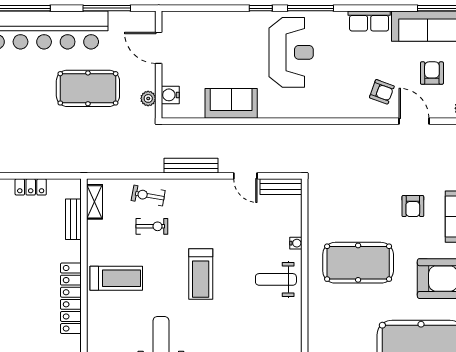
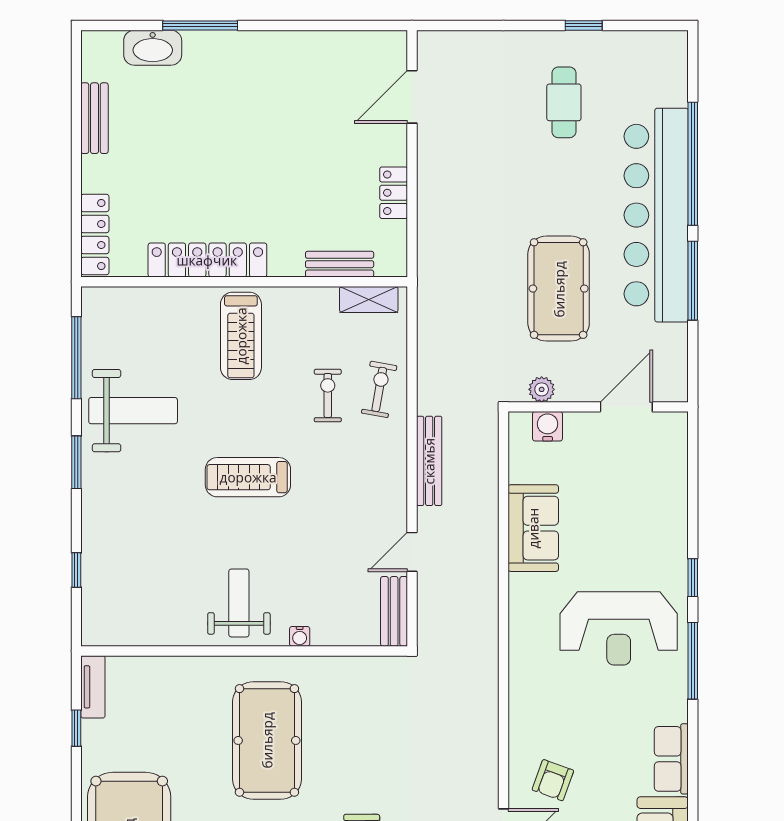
window: (107, 8) -> (693, 281), moved
exercise bike: (152, 226) -> (328, 395), turned 180

